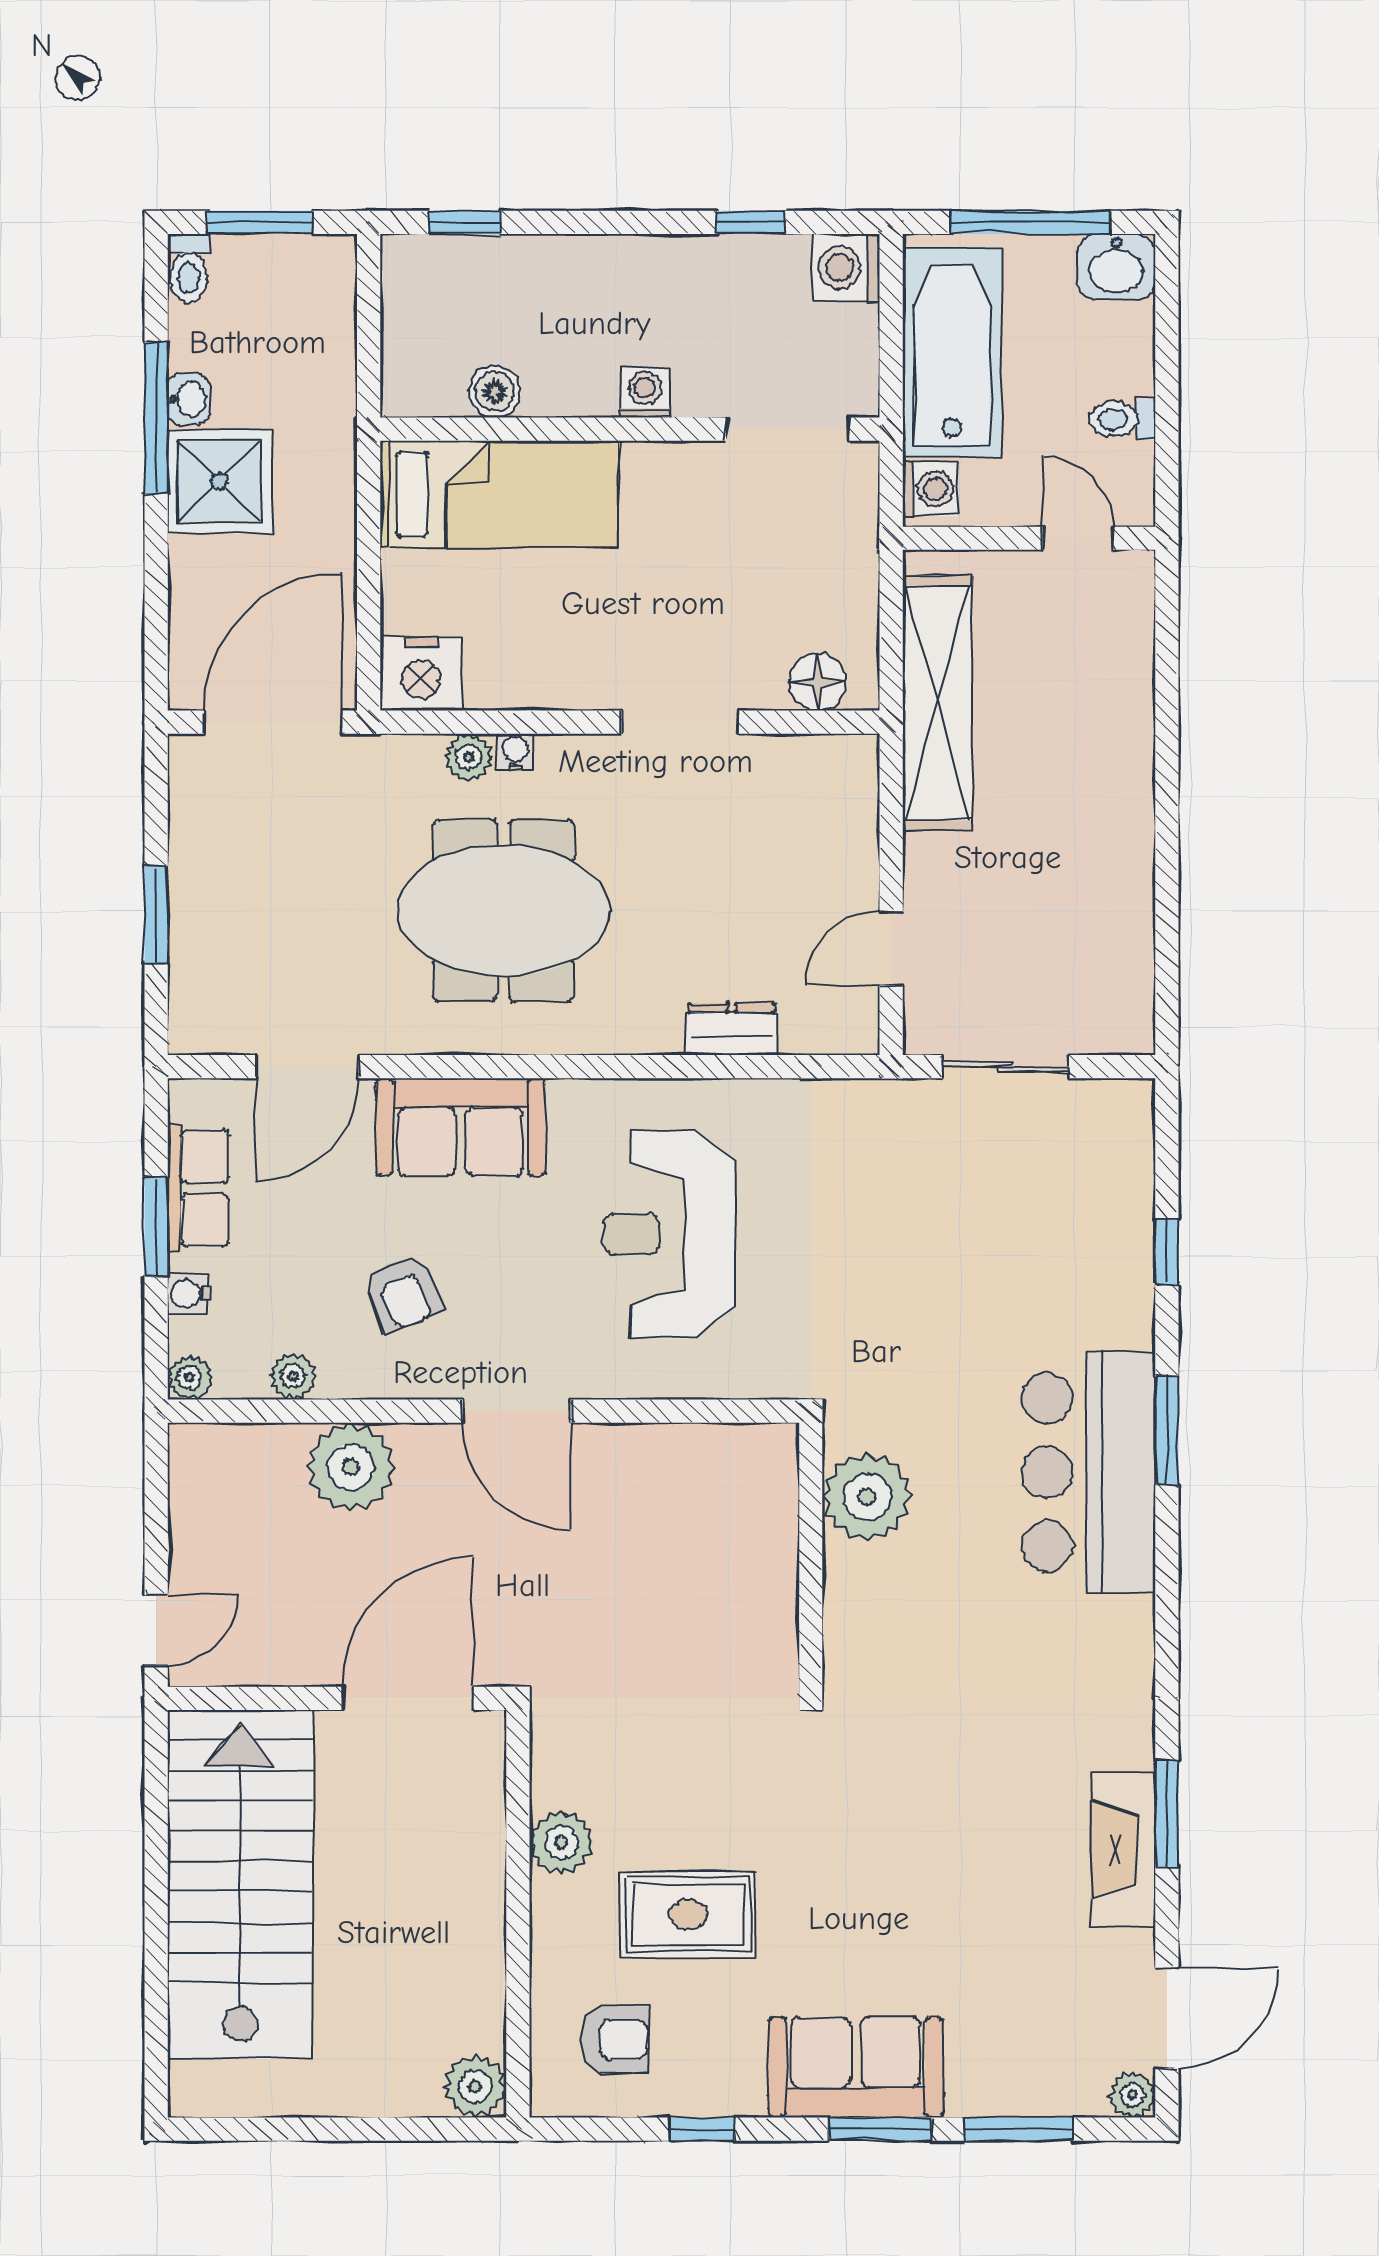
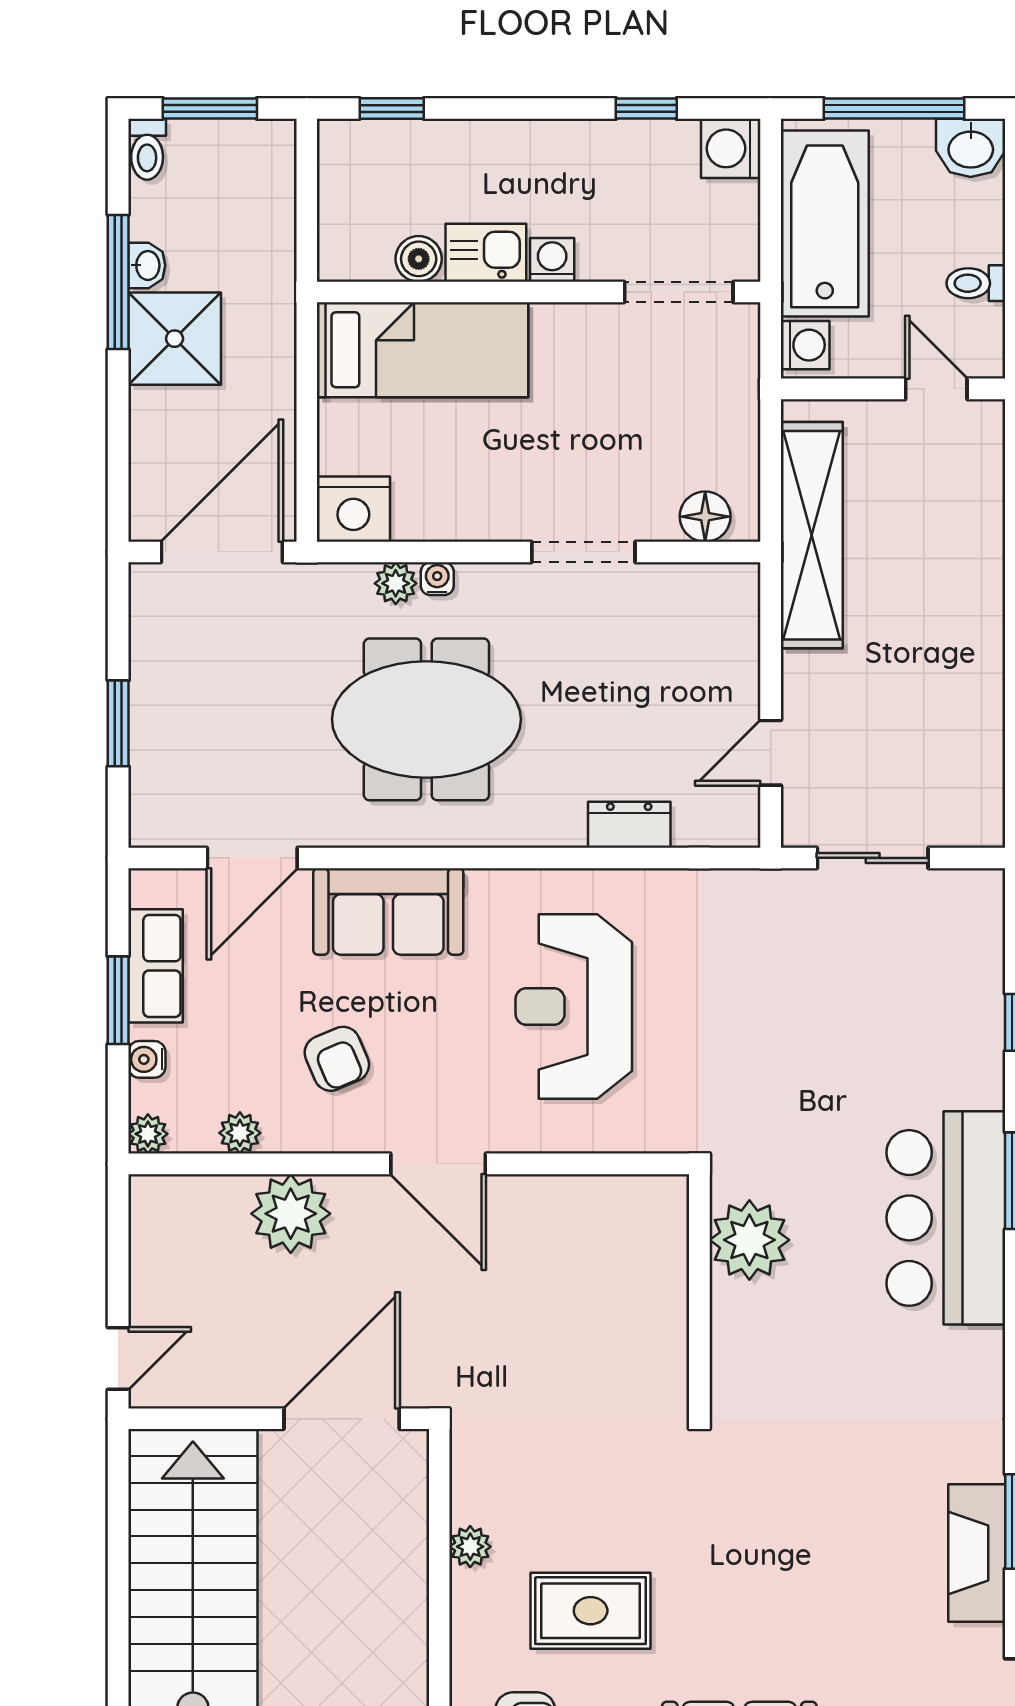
kitchen sink: (570, 385) -> (486, 253), added
plant: (561, 1842) -> (470, 1547), width x0.73, depth x0.73

